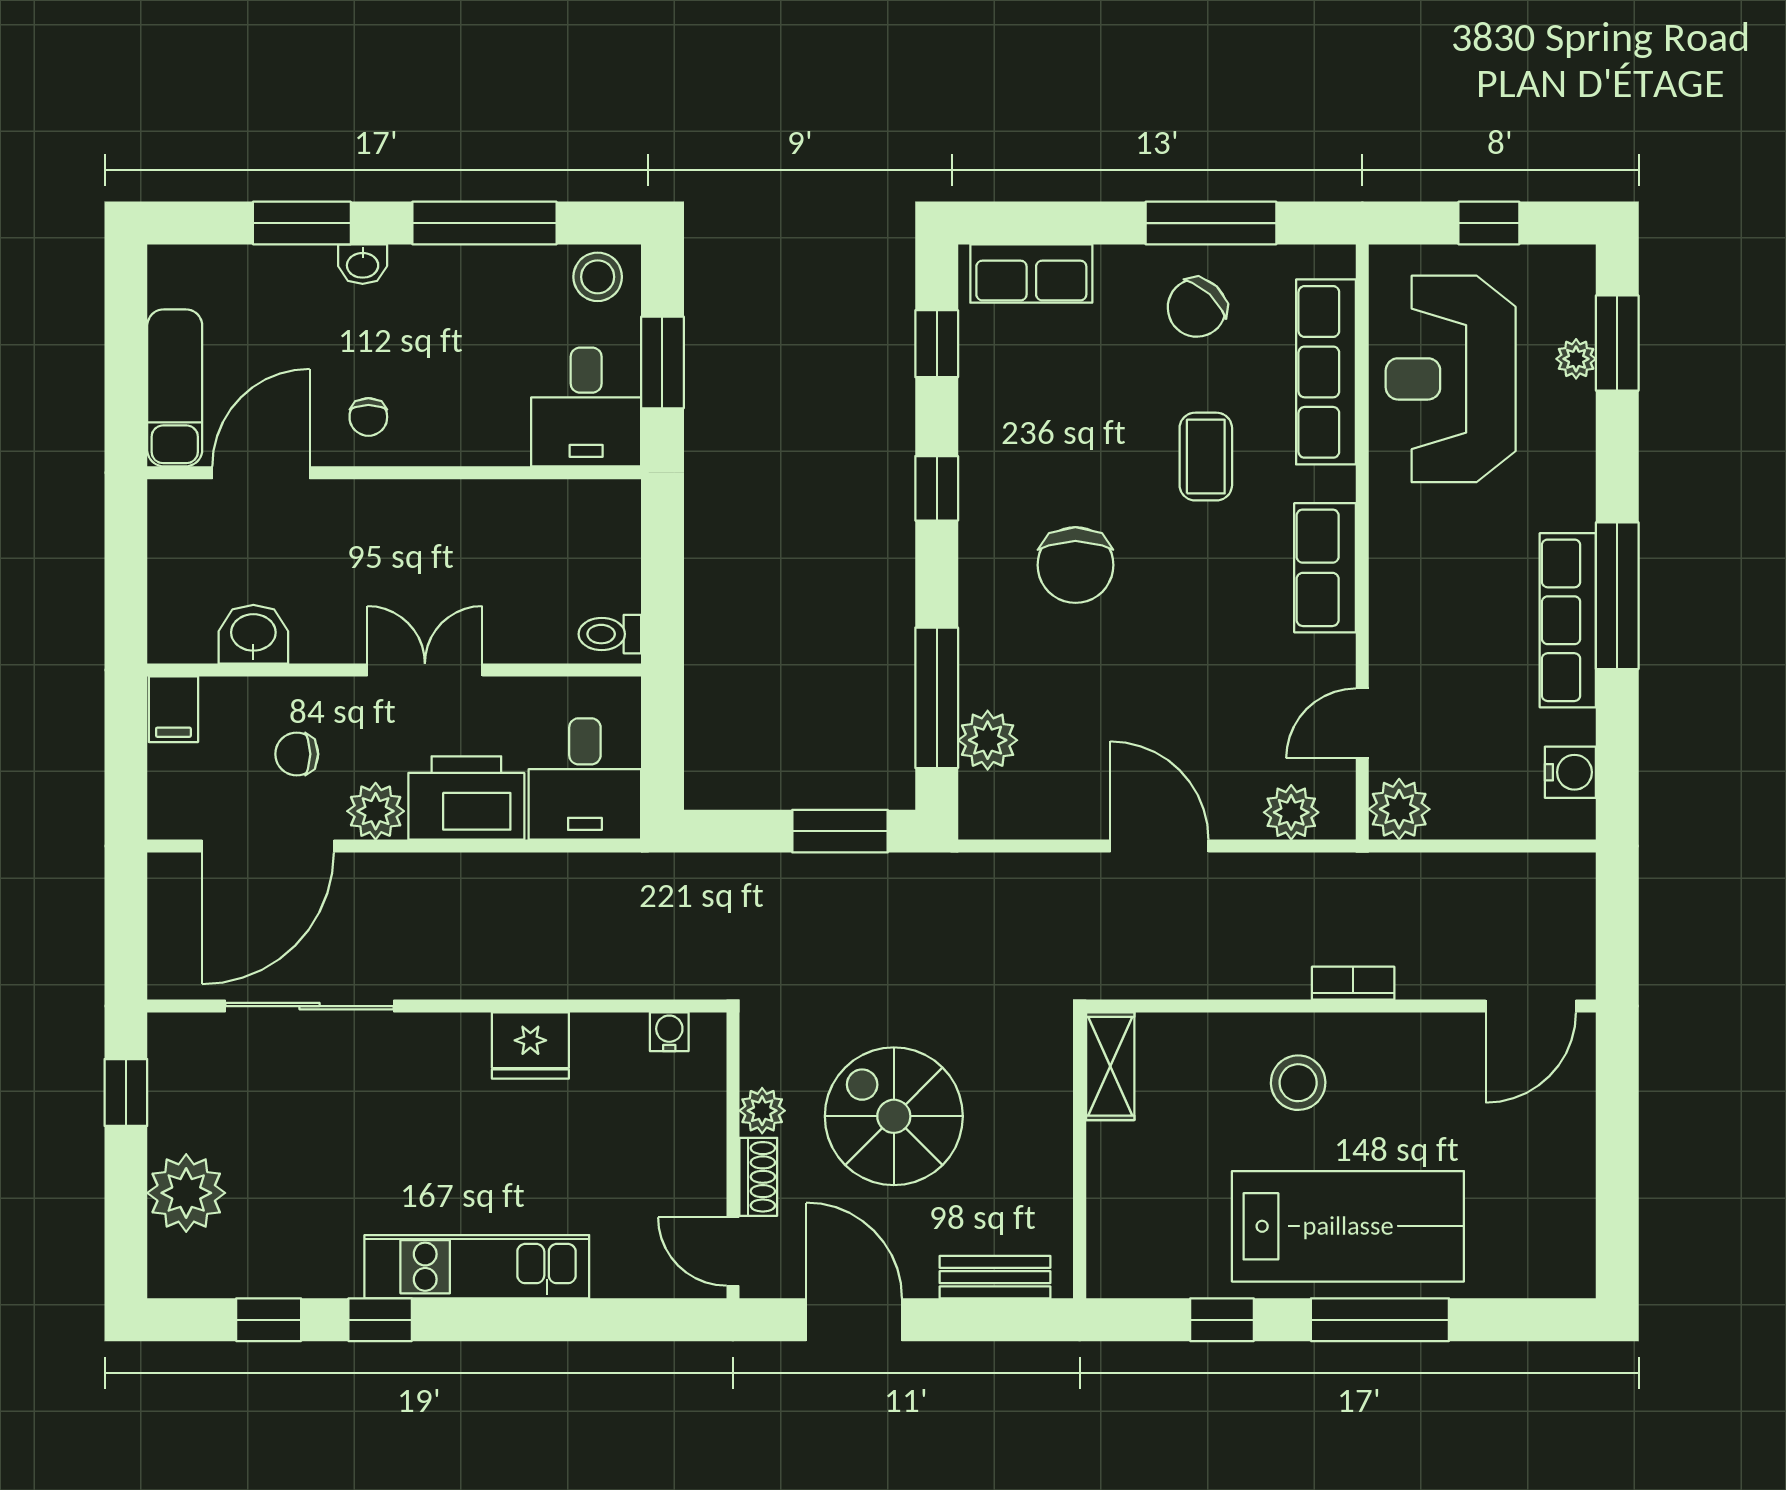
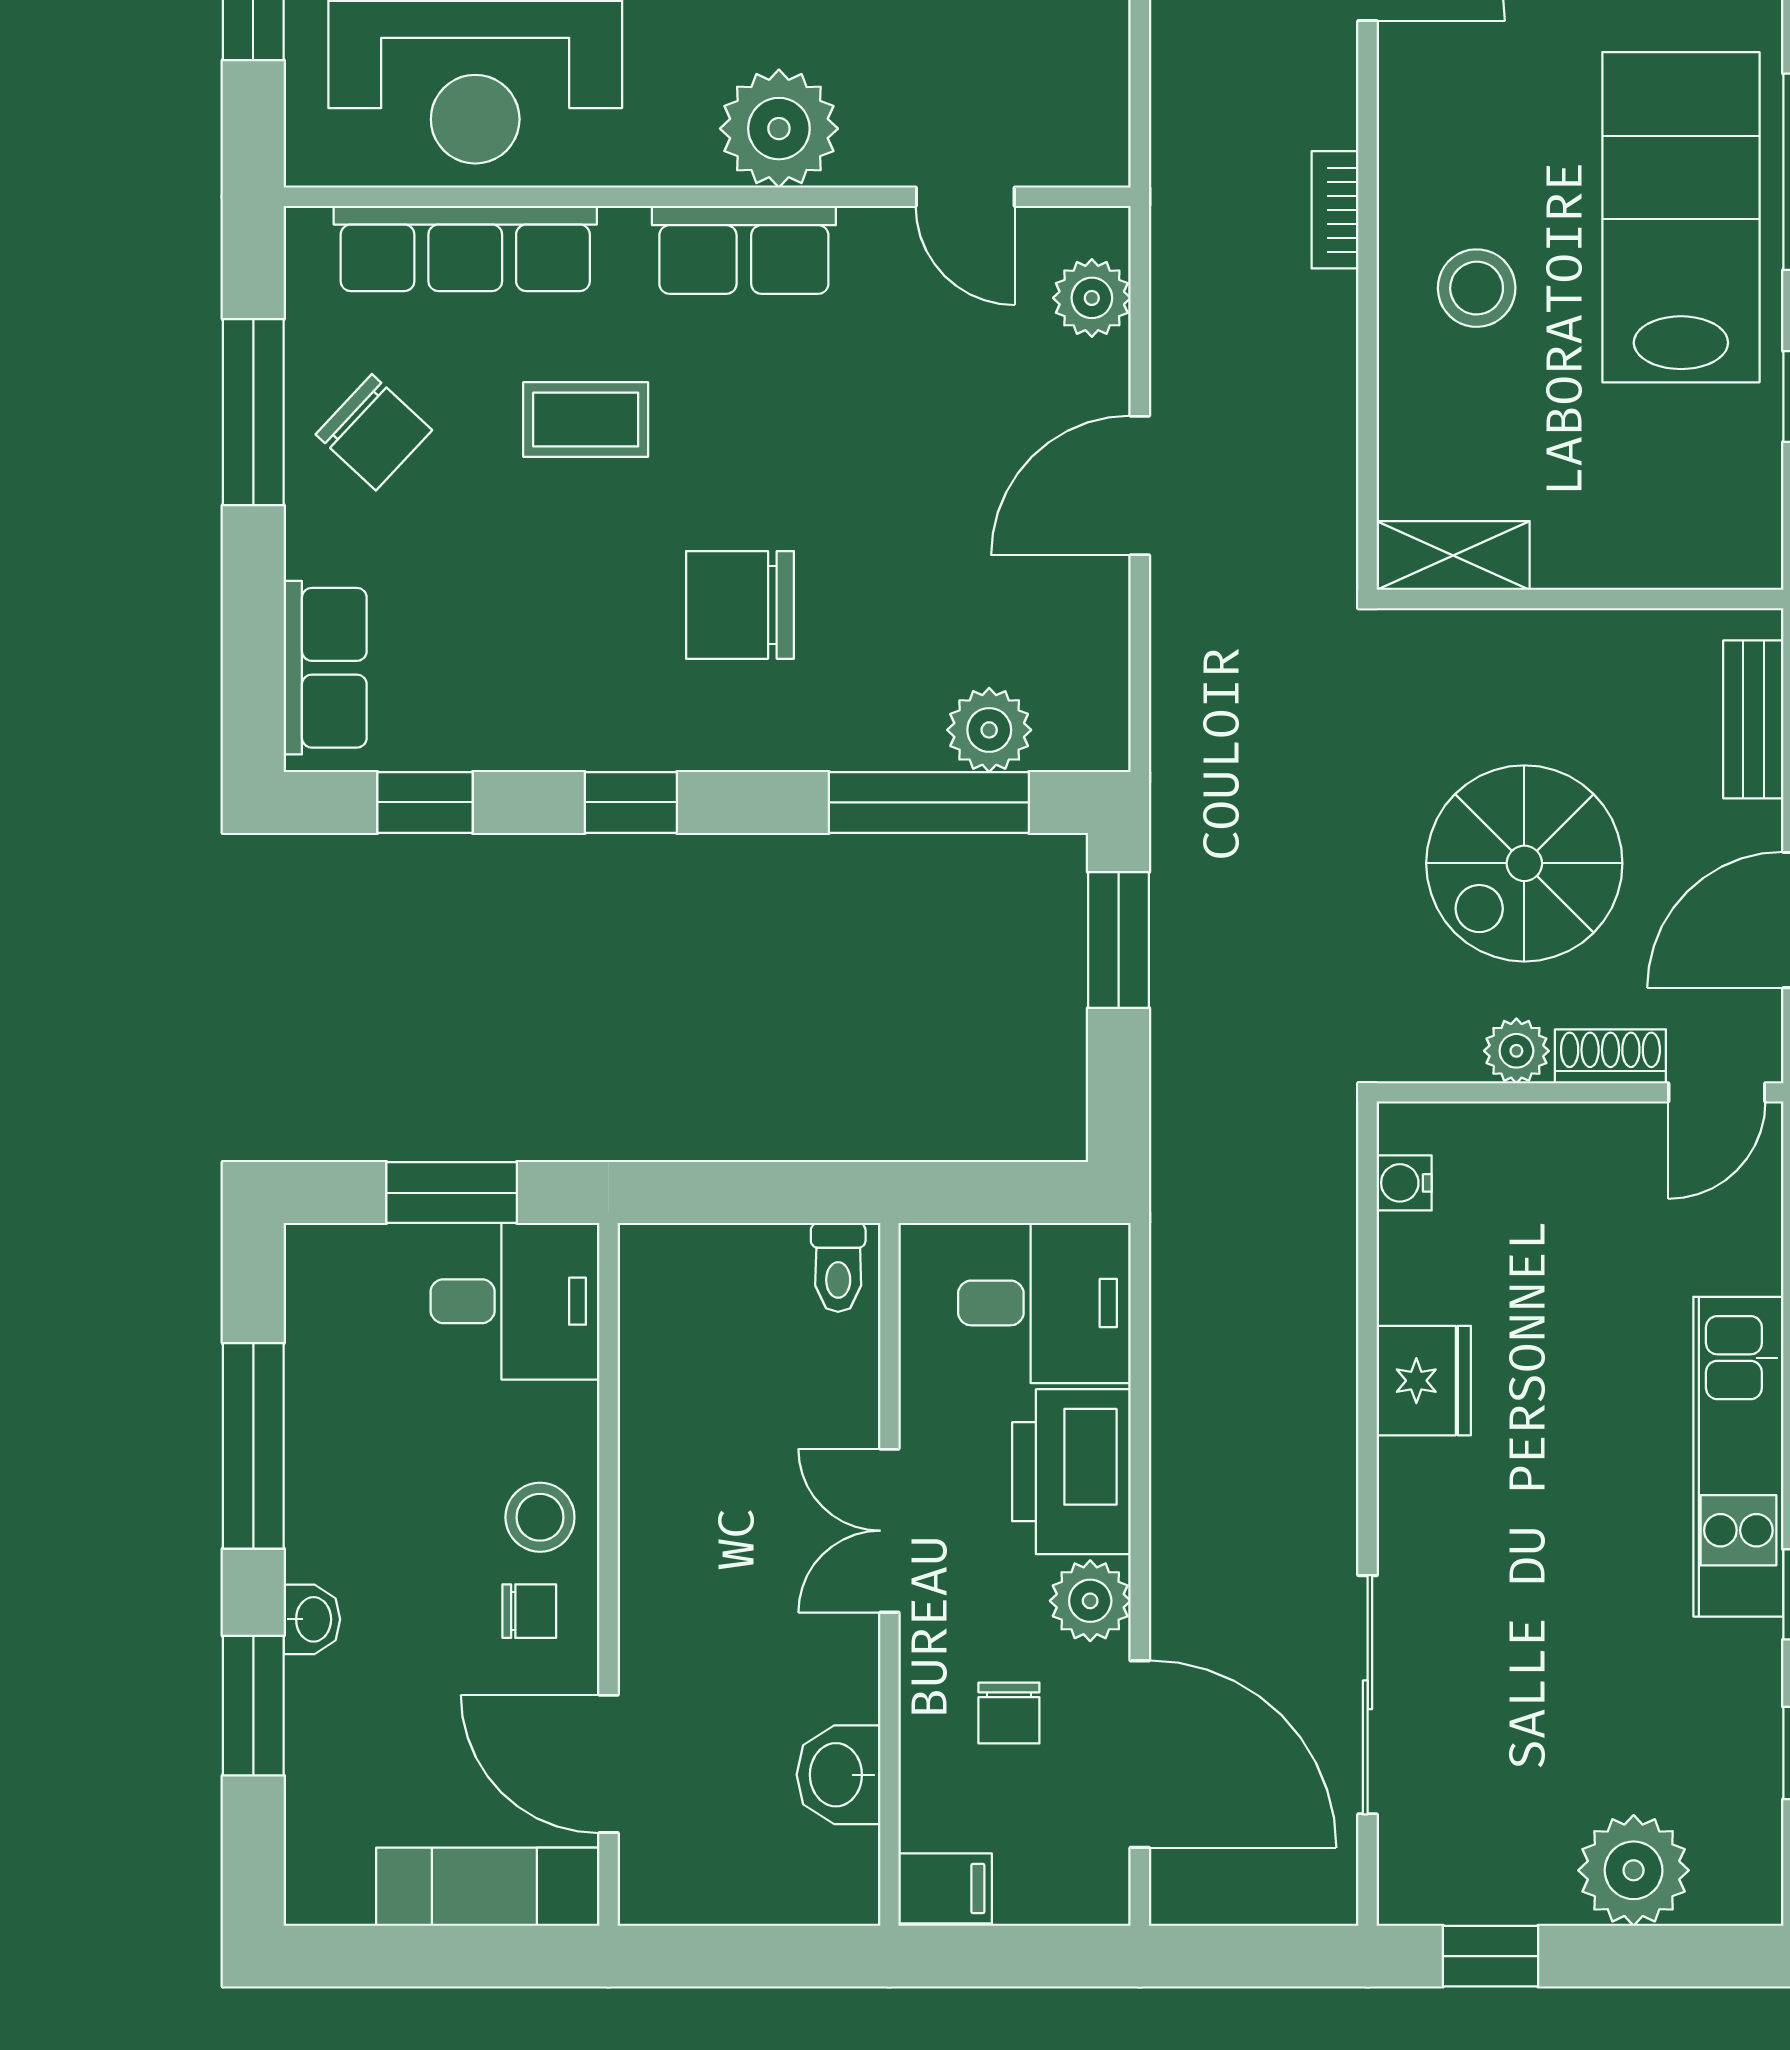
stool: (598, 277) -> (540, 1517), moved
chair: (1075, 565) -> (740, 605), turned 180
plant: (1399, 809) -> (779, 129), moved, width x1.36, depth x1.36

